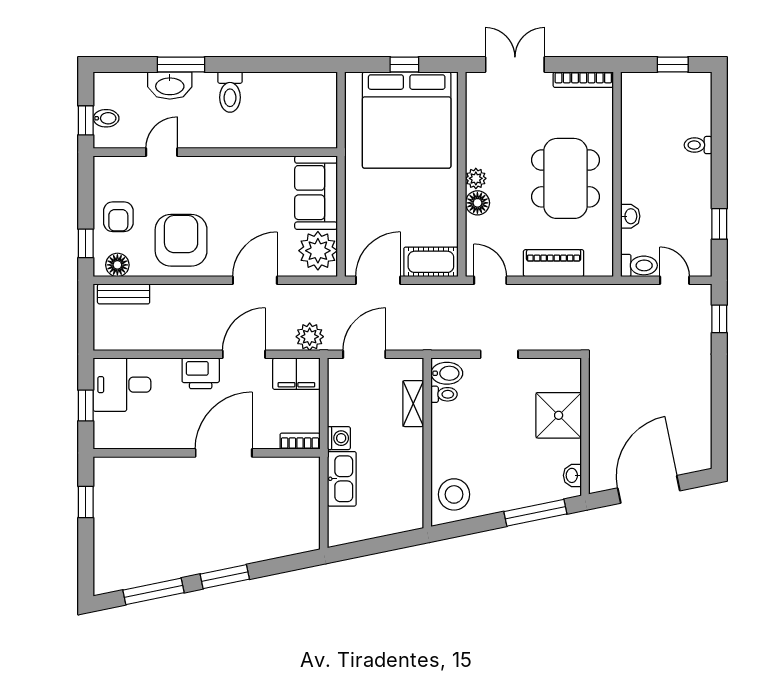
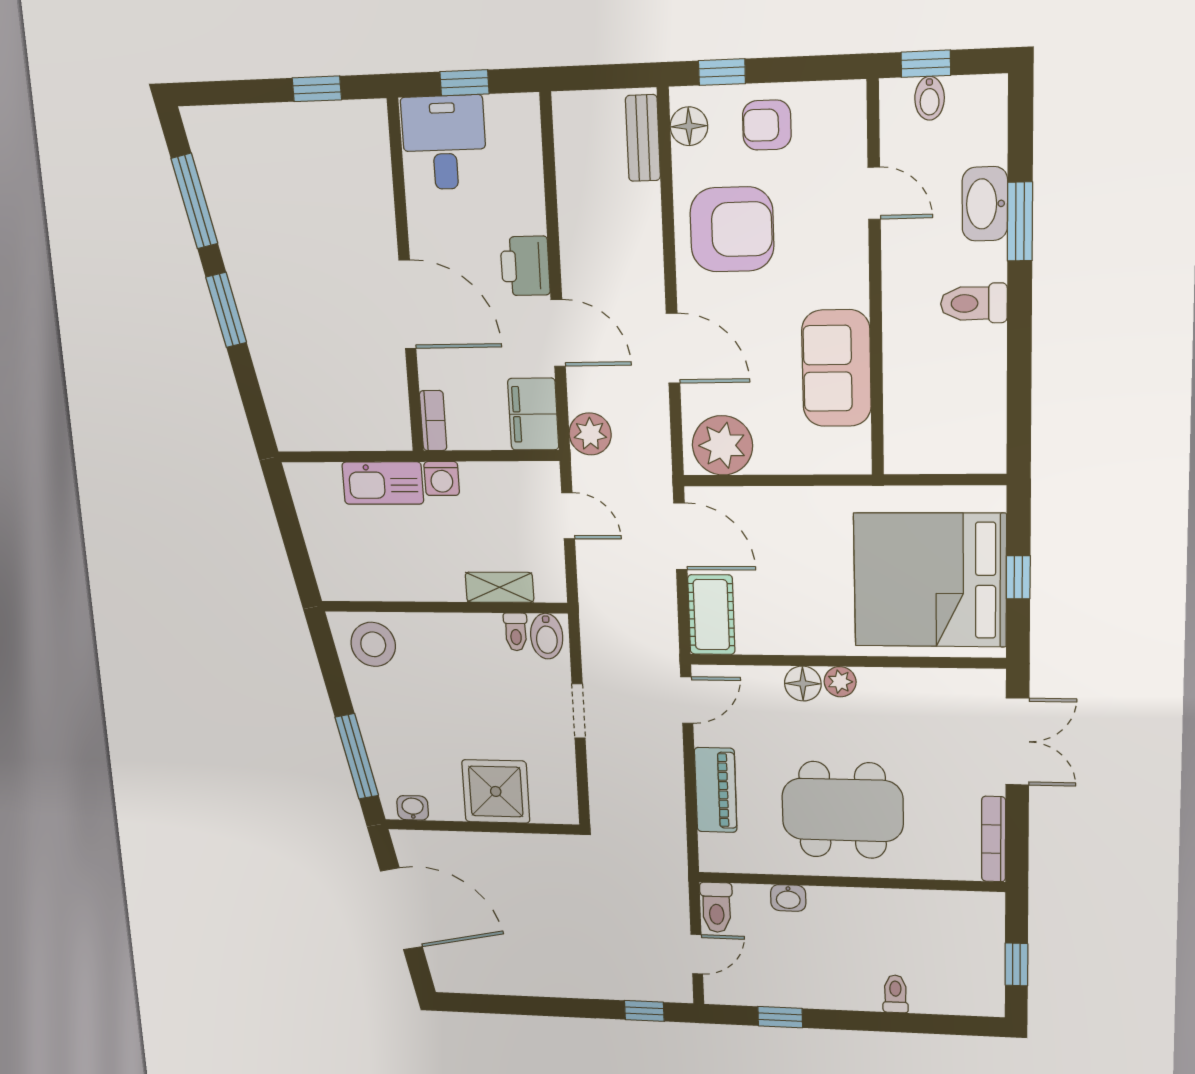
sofa: (316, 193) -> (836, 368), moved, turned -90
door: (364, 354) -> (568, 516), width x0.73
desk: (122, 385) -> (444, 143), moved

